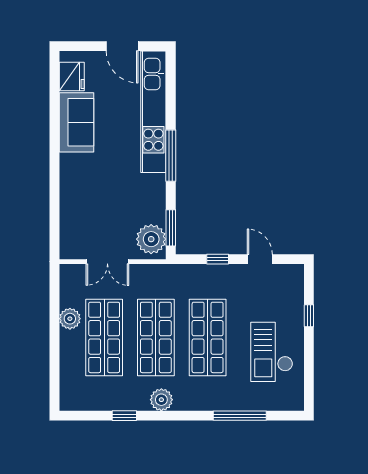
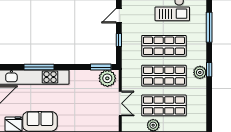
window: (171, 156) -> (39, 67), moved
window: (124, 416) -> (209, 70), moved

